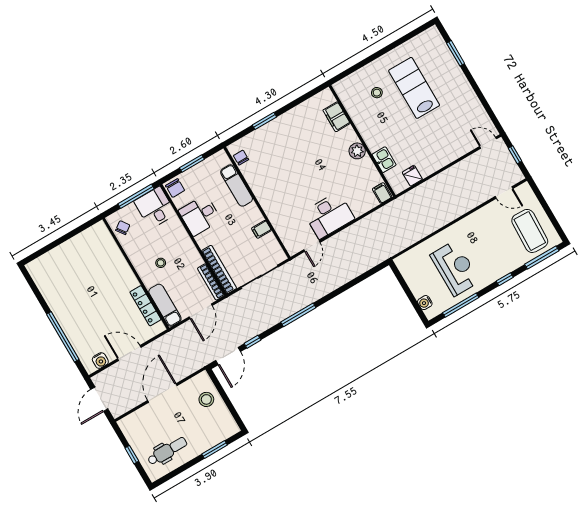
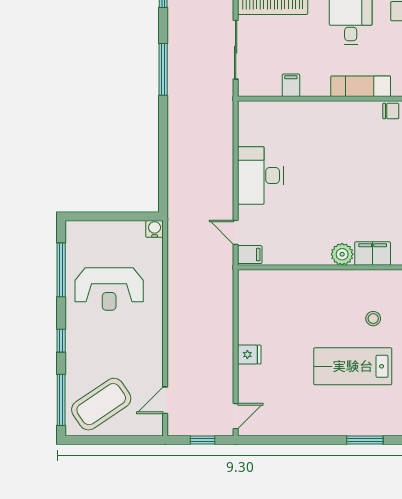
lab bench: (414, 88) -> (353, 366), turned 180
plant: (357, 151) -> (342, 254), moved
kitchen sink: (384, 160) -> (288, 280), removed
fridge: (412, 176) -> (249, 355), moved
coffee table: (530, 231) -> (101, 404), turned -36
door: (312, 246) -> (236, 232), moved
water cooler: (425, 303) -> (155, 229), moved

